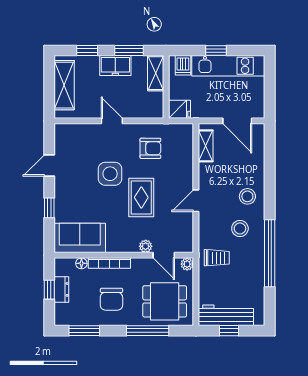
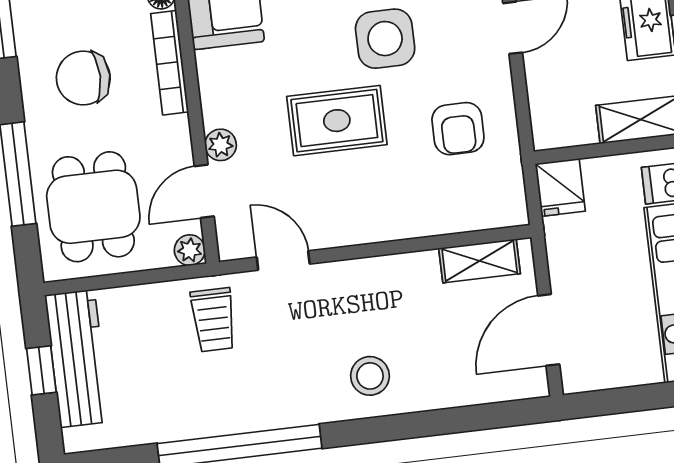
door: (196, 201) -> (283, 261), moved
stool: (240, 228) -> (291, 367), removed

